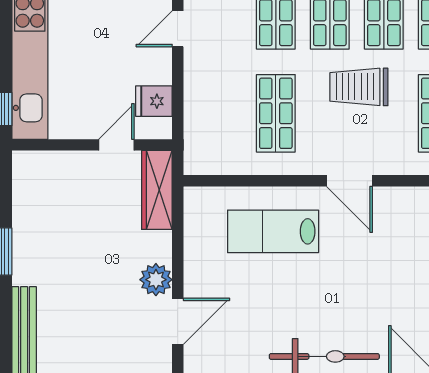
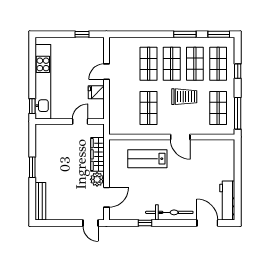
trolley: (359, 87) -> (184, 97), turned 180
fridge: (154, 101) -> (96, 92), moved
wardrobe: (157, 190) -> (97, 154), moved

